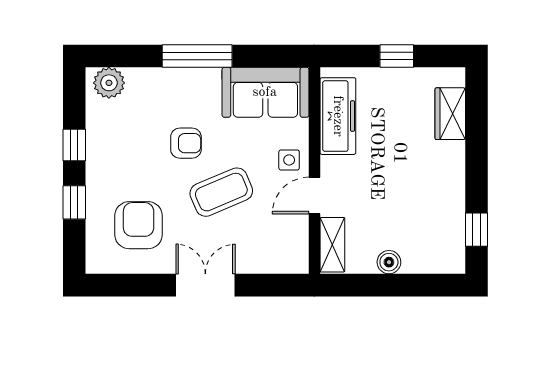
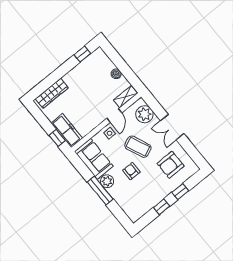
window: (397, 56) -> (57, 138), moved
plant: (109, 83) -> (107, 181), moved
wardrobe: (450, 114) -> (52, 93), width x1.50
freezer: (338, 116) -> (67, 131), moved, turned 90
door: (314, 196) -> (114, 116), hinge flipped
plant: (271, 253) -> (145, 114), added

